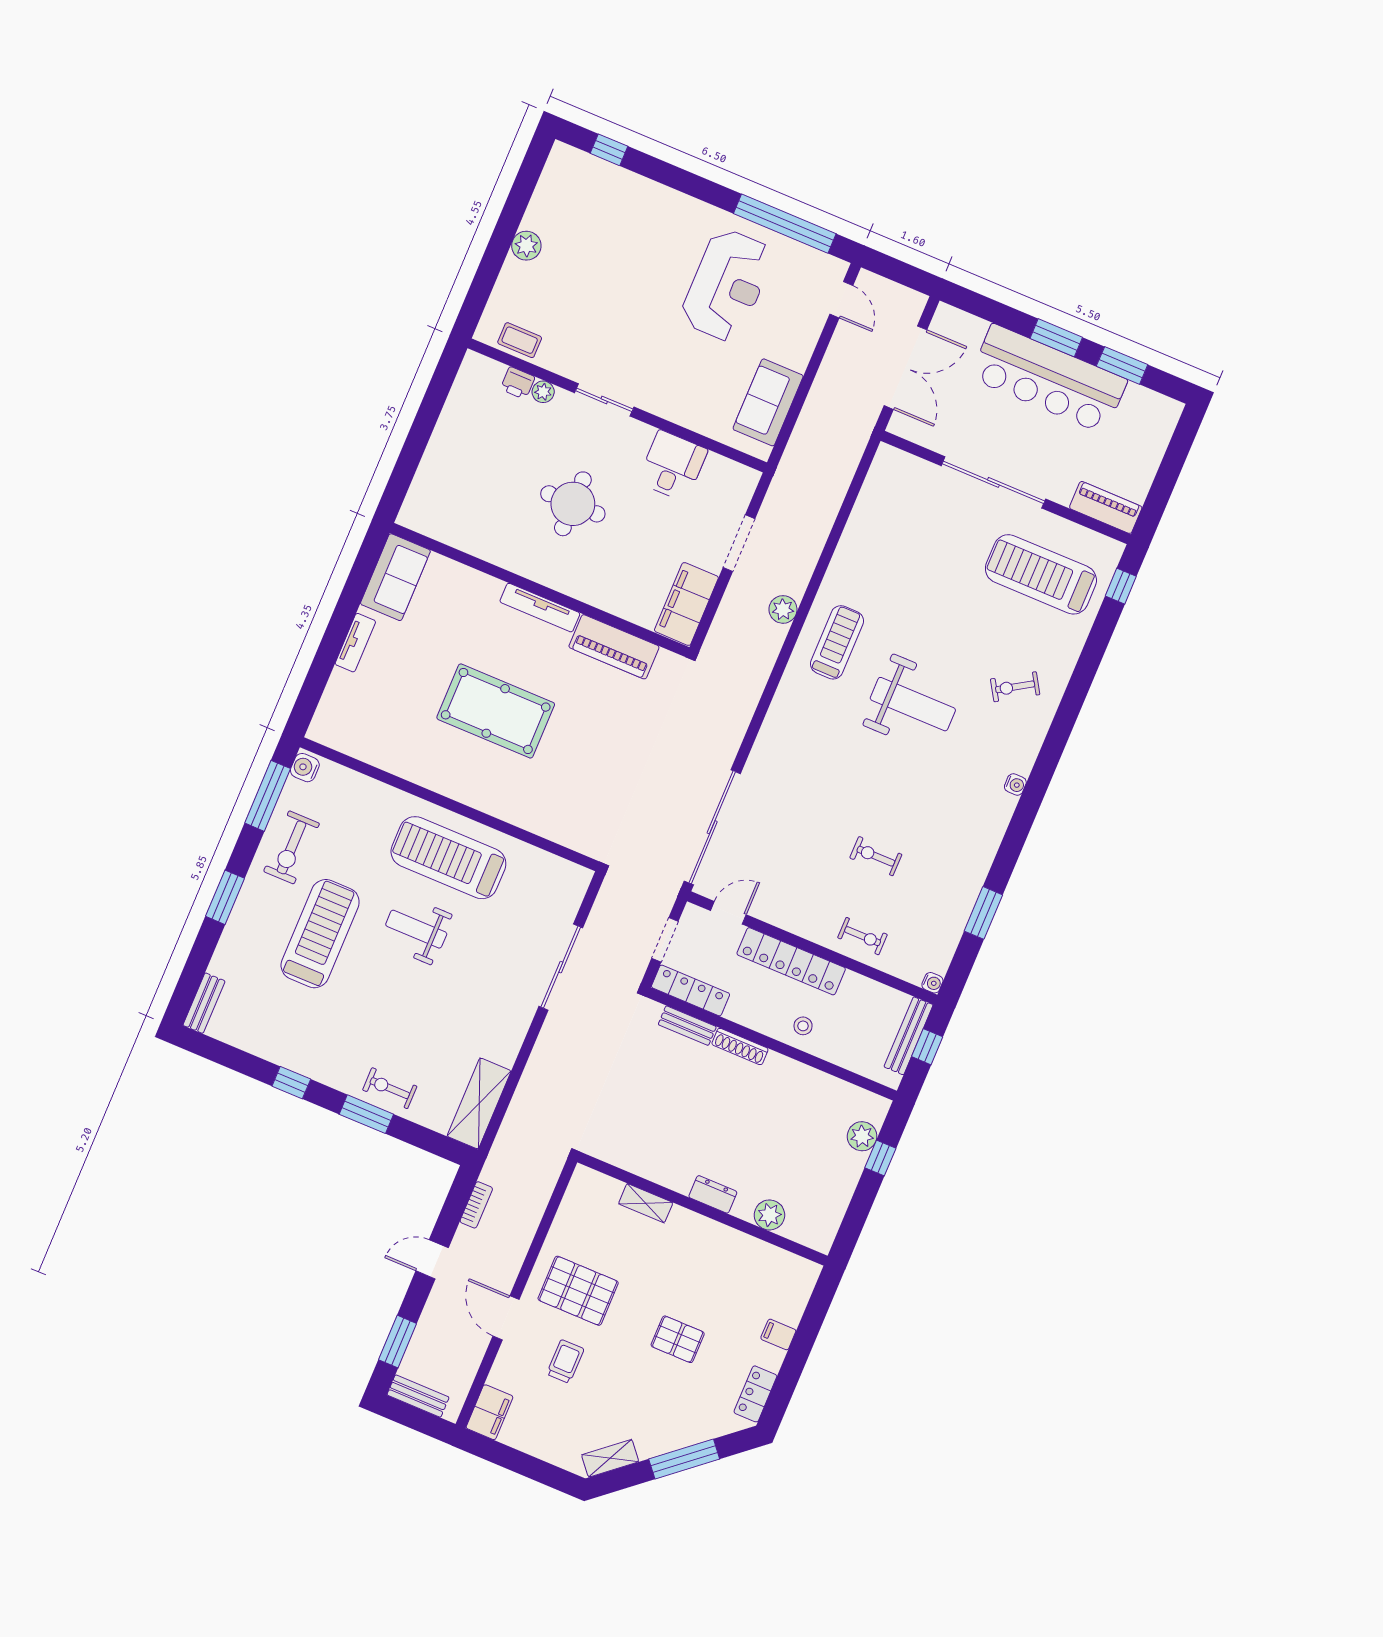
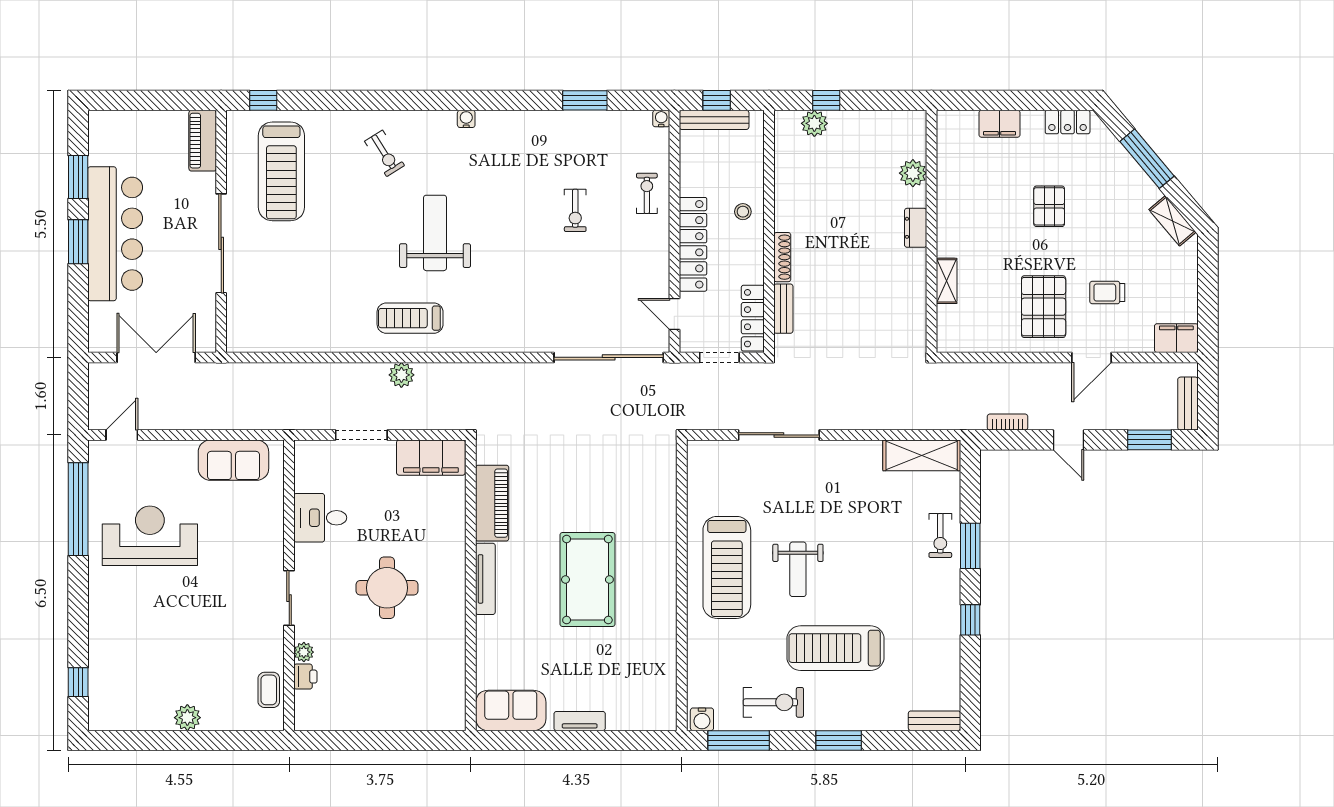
filing cabinet: (778, 1334) -> (999, 124), width x2.00

